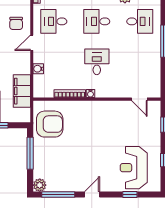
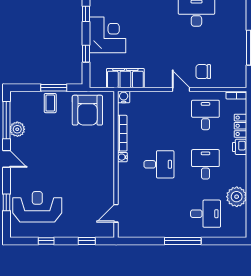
desk: (140, 21) -> (205, 214), turned -90
water cooler: (38, 69) -> (124, 97), moved
window: (30, 153) -> (54, 88), width x0.69
coffee table: (44, 156) -> (50, 103), added
plant: (40, 185) -> (17, 129), moved

